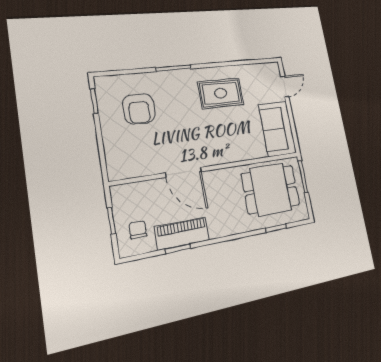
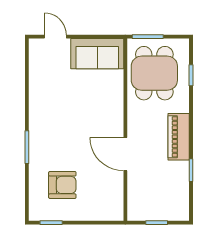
rug: (221, 93) -> (56, 105), removed
door: (183, 172) -> (125, 154), swing flipped
chair: (138, 230) -> (168, 202), removed
piano: (182, 233) -> (179, 137), moved

